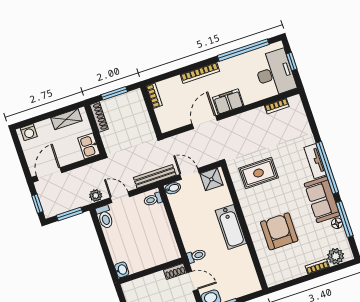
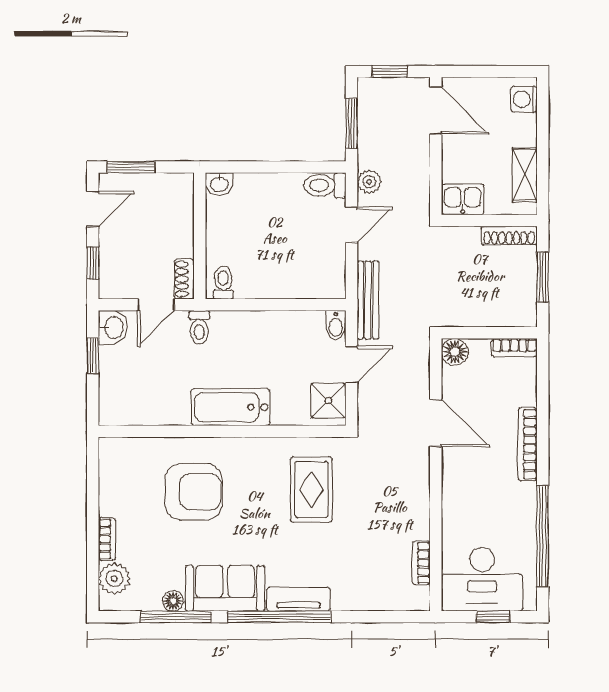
filing cabinet: (228, 102) -> (459, 478), removed
floor lamp: (166, 125) -> (455, 352), added
toilet: (153, 199) -> (223, 283), moved

